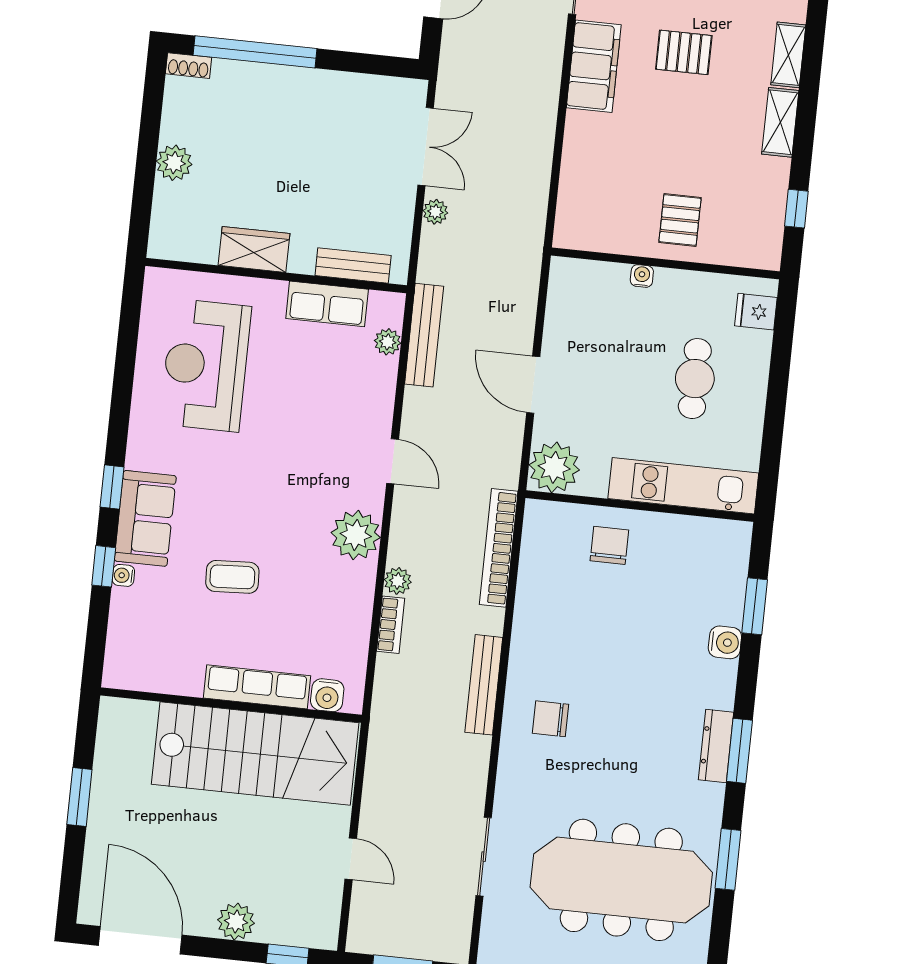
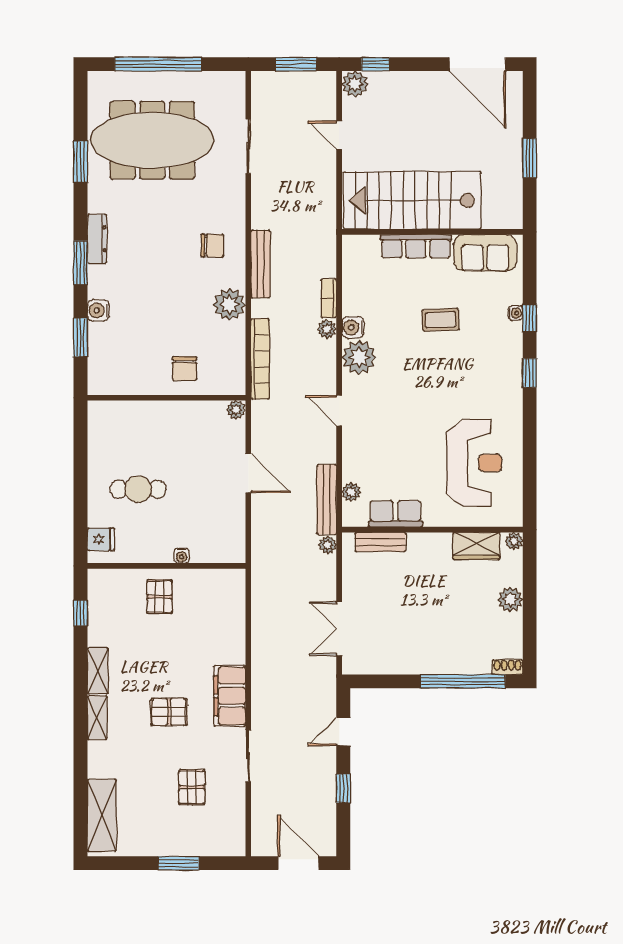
plant: (435, 212) -> (328, 545), moved
plant: (160, 247) -> (514, 541), added
wardrobe: (254, 249) -> (476, 546), moved
cafe table: (695, 379) -> (138, 489), turned 90
plant: (554, 467) -> (236, 410), width x0.53, depth x0.53
kitchen unit: (683, 486) -> (138, 415), removed
sofa: (145, 518) -> (485, 253), moved, turned -90
plant: (535, 631) -> (230, 304), added
water cooler: (327, 695) -> (353, 327), moved, turned -90
window: (739, 751) -> (81, 263), moved
plant: (236, 922) -> (355, 84), moved

